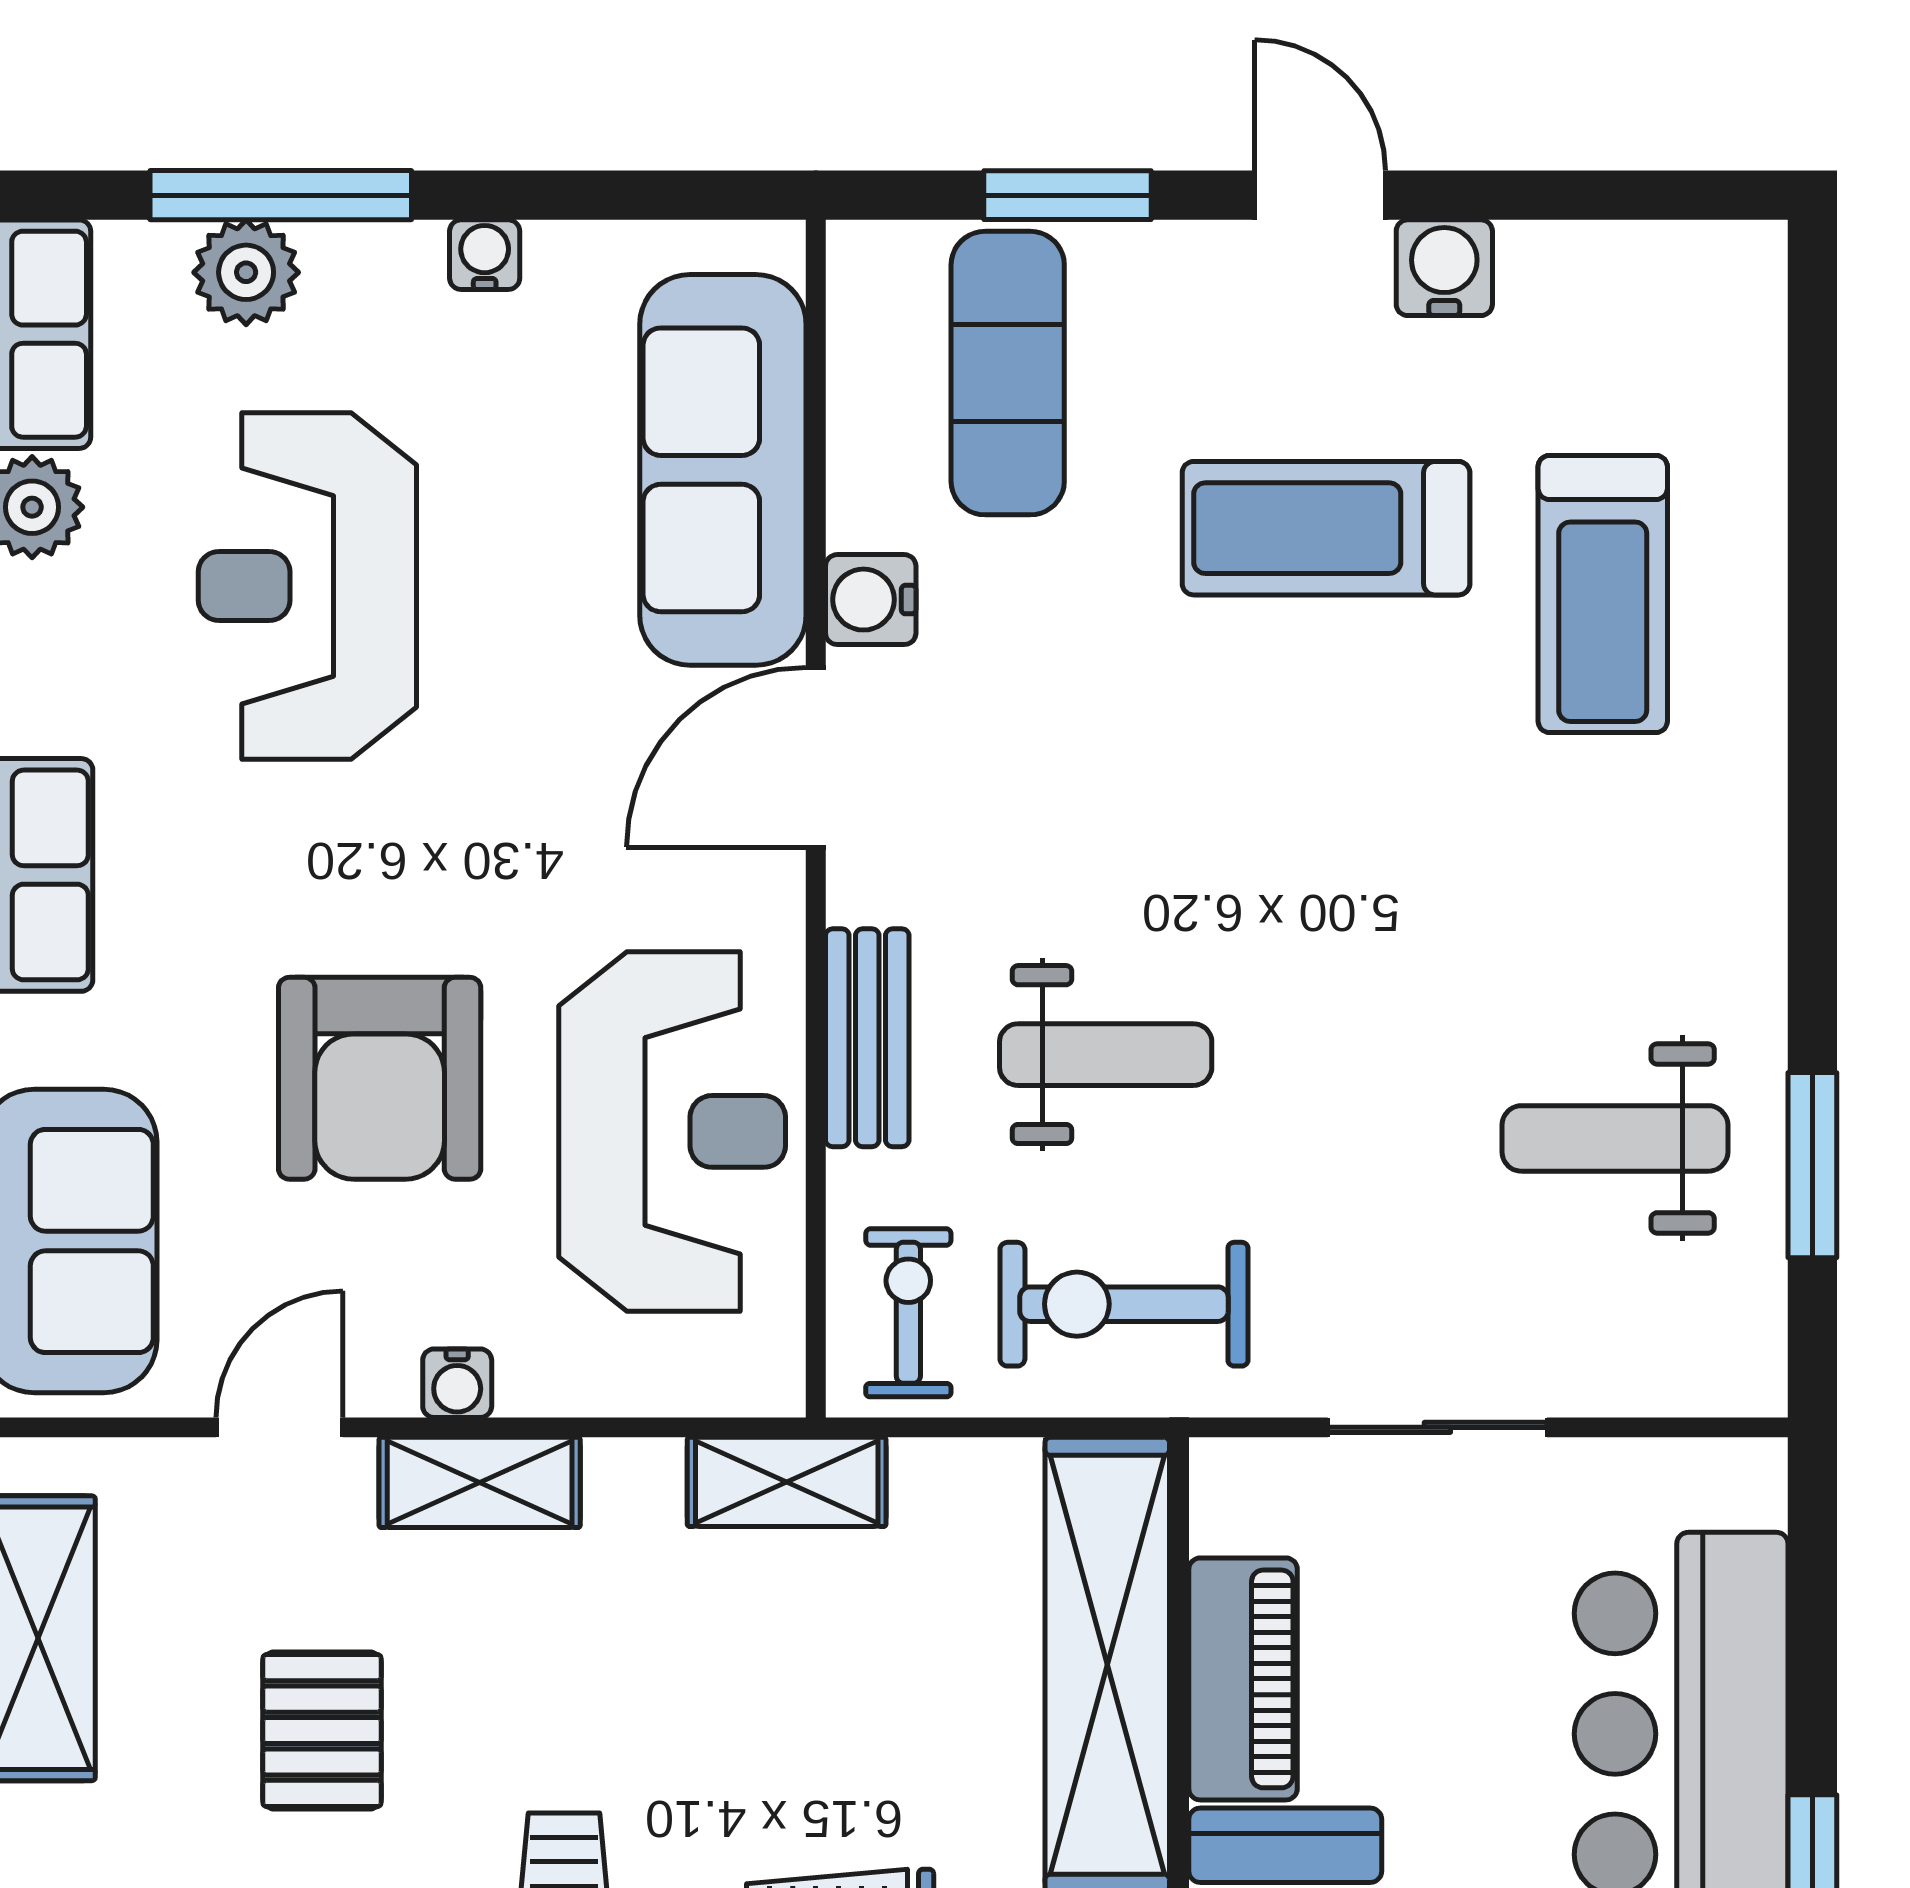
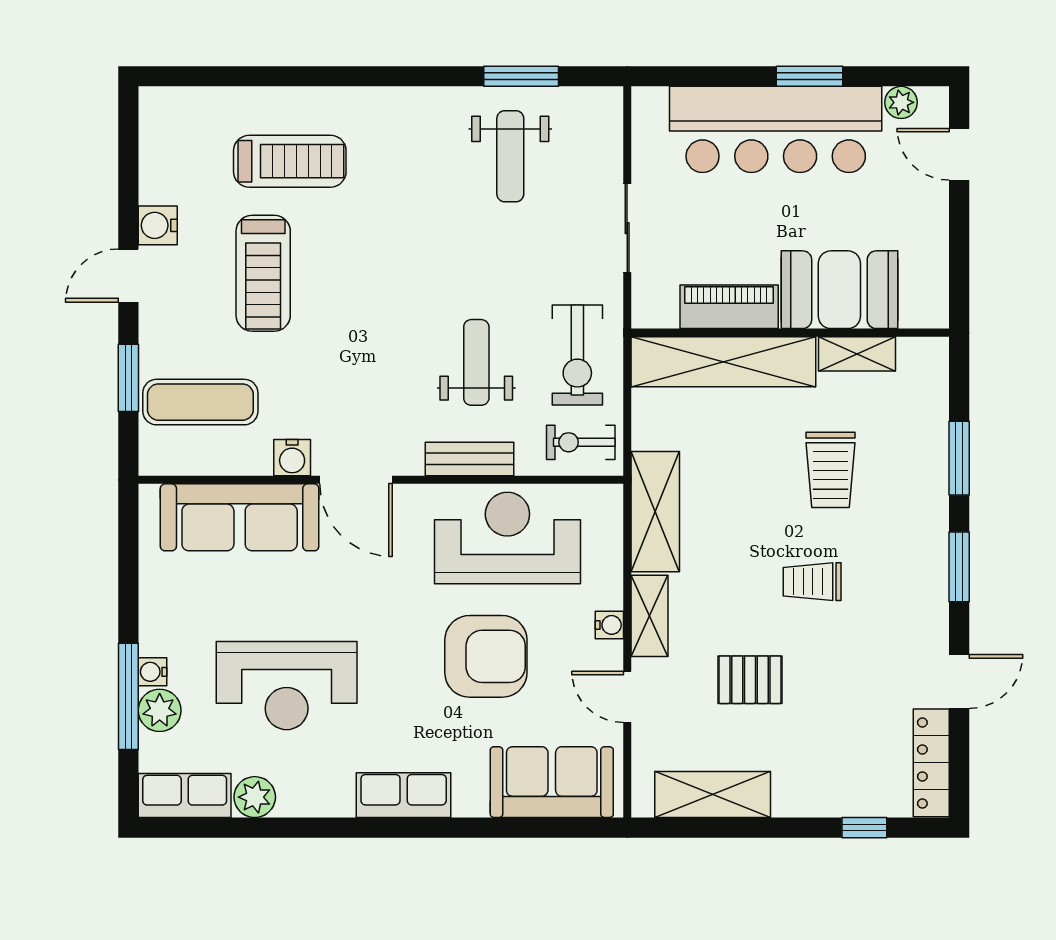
water cooler: (485, 255) -> (152, 672), moved
shelving: (787, 1482) -> (655, 512), width x1.50, depth x1.33

